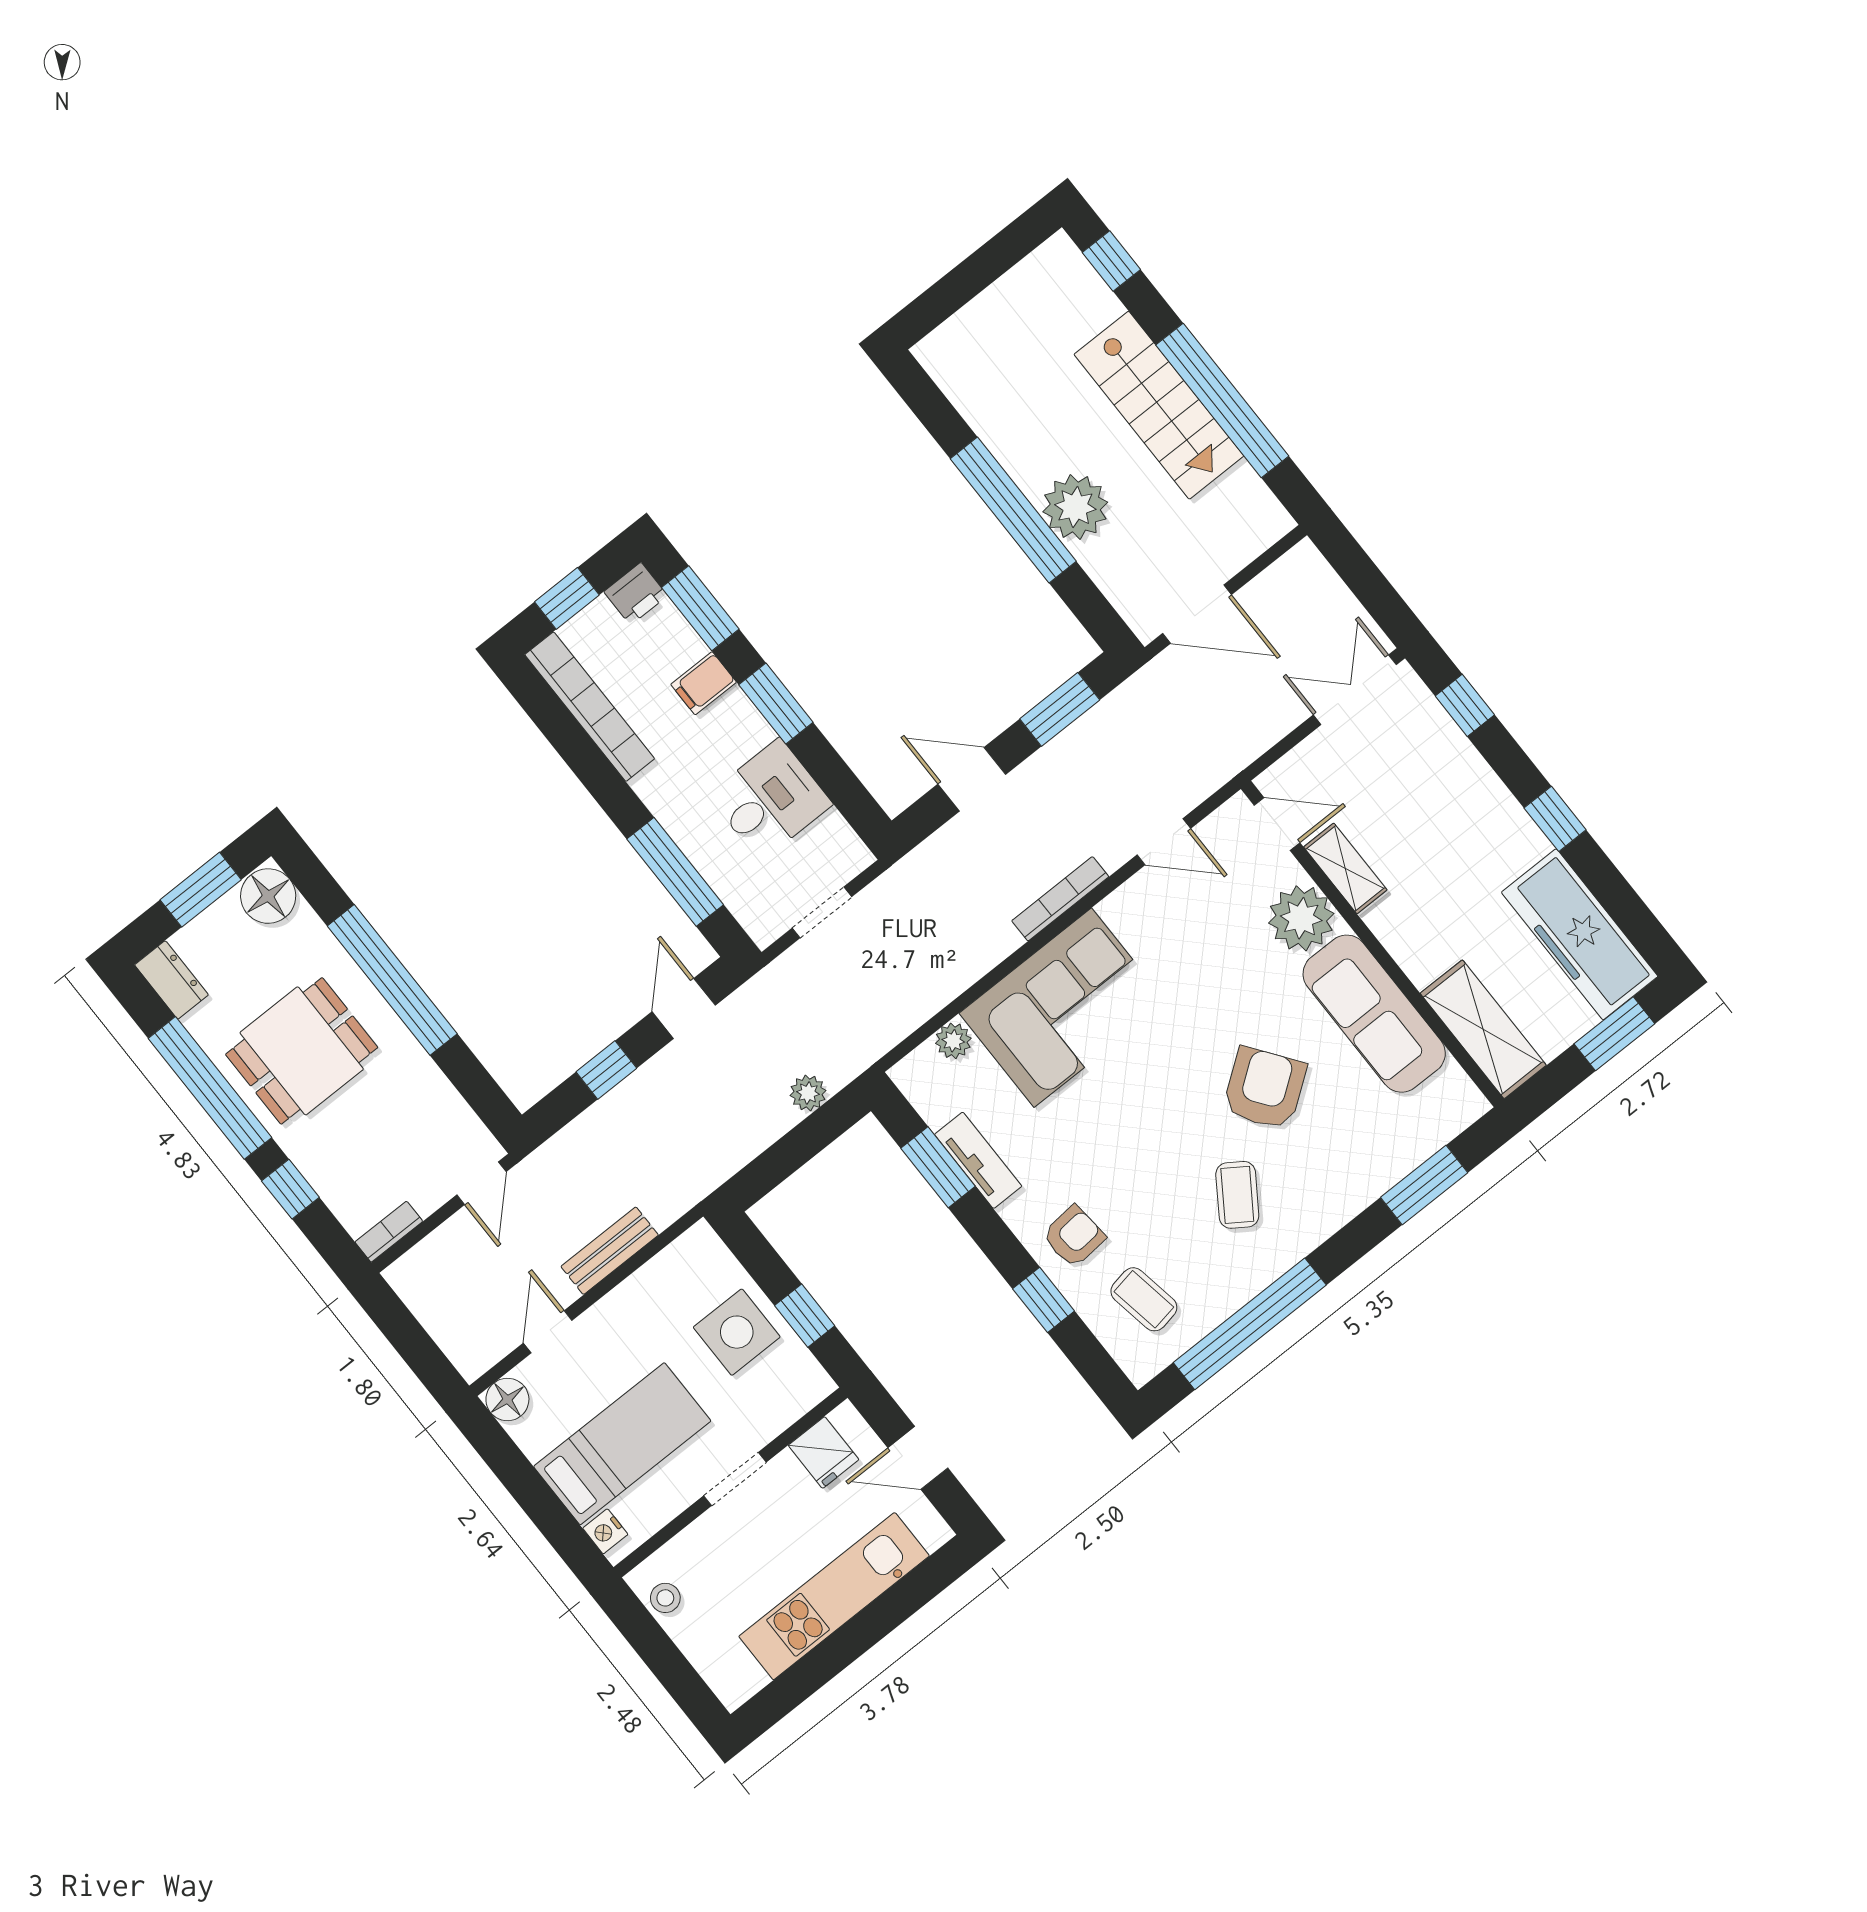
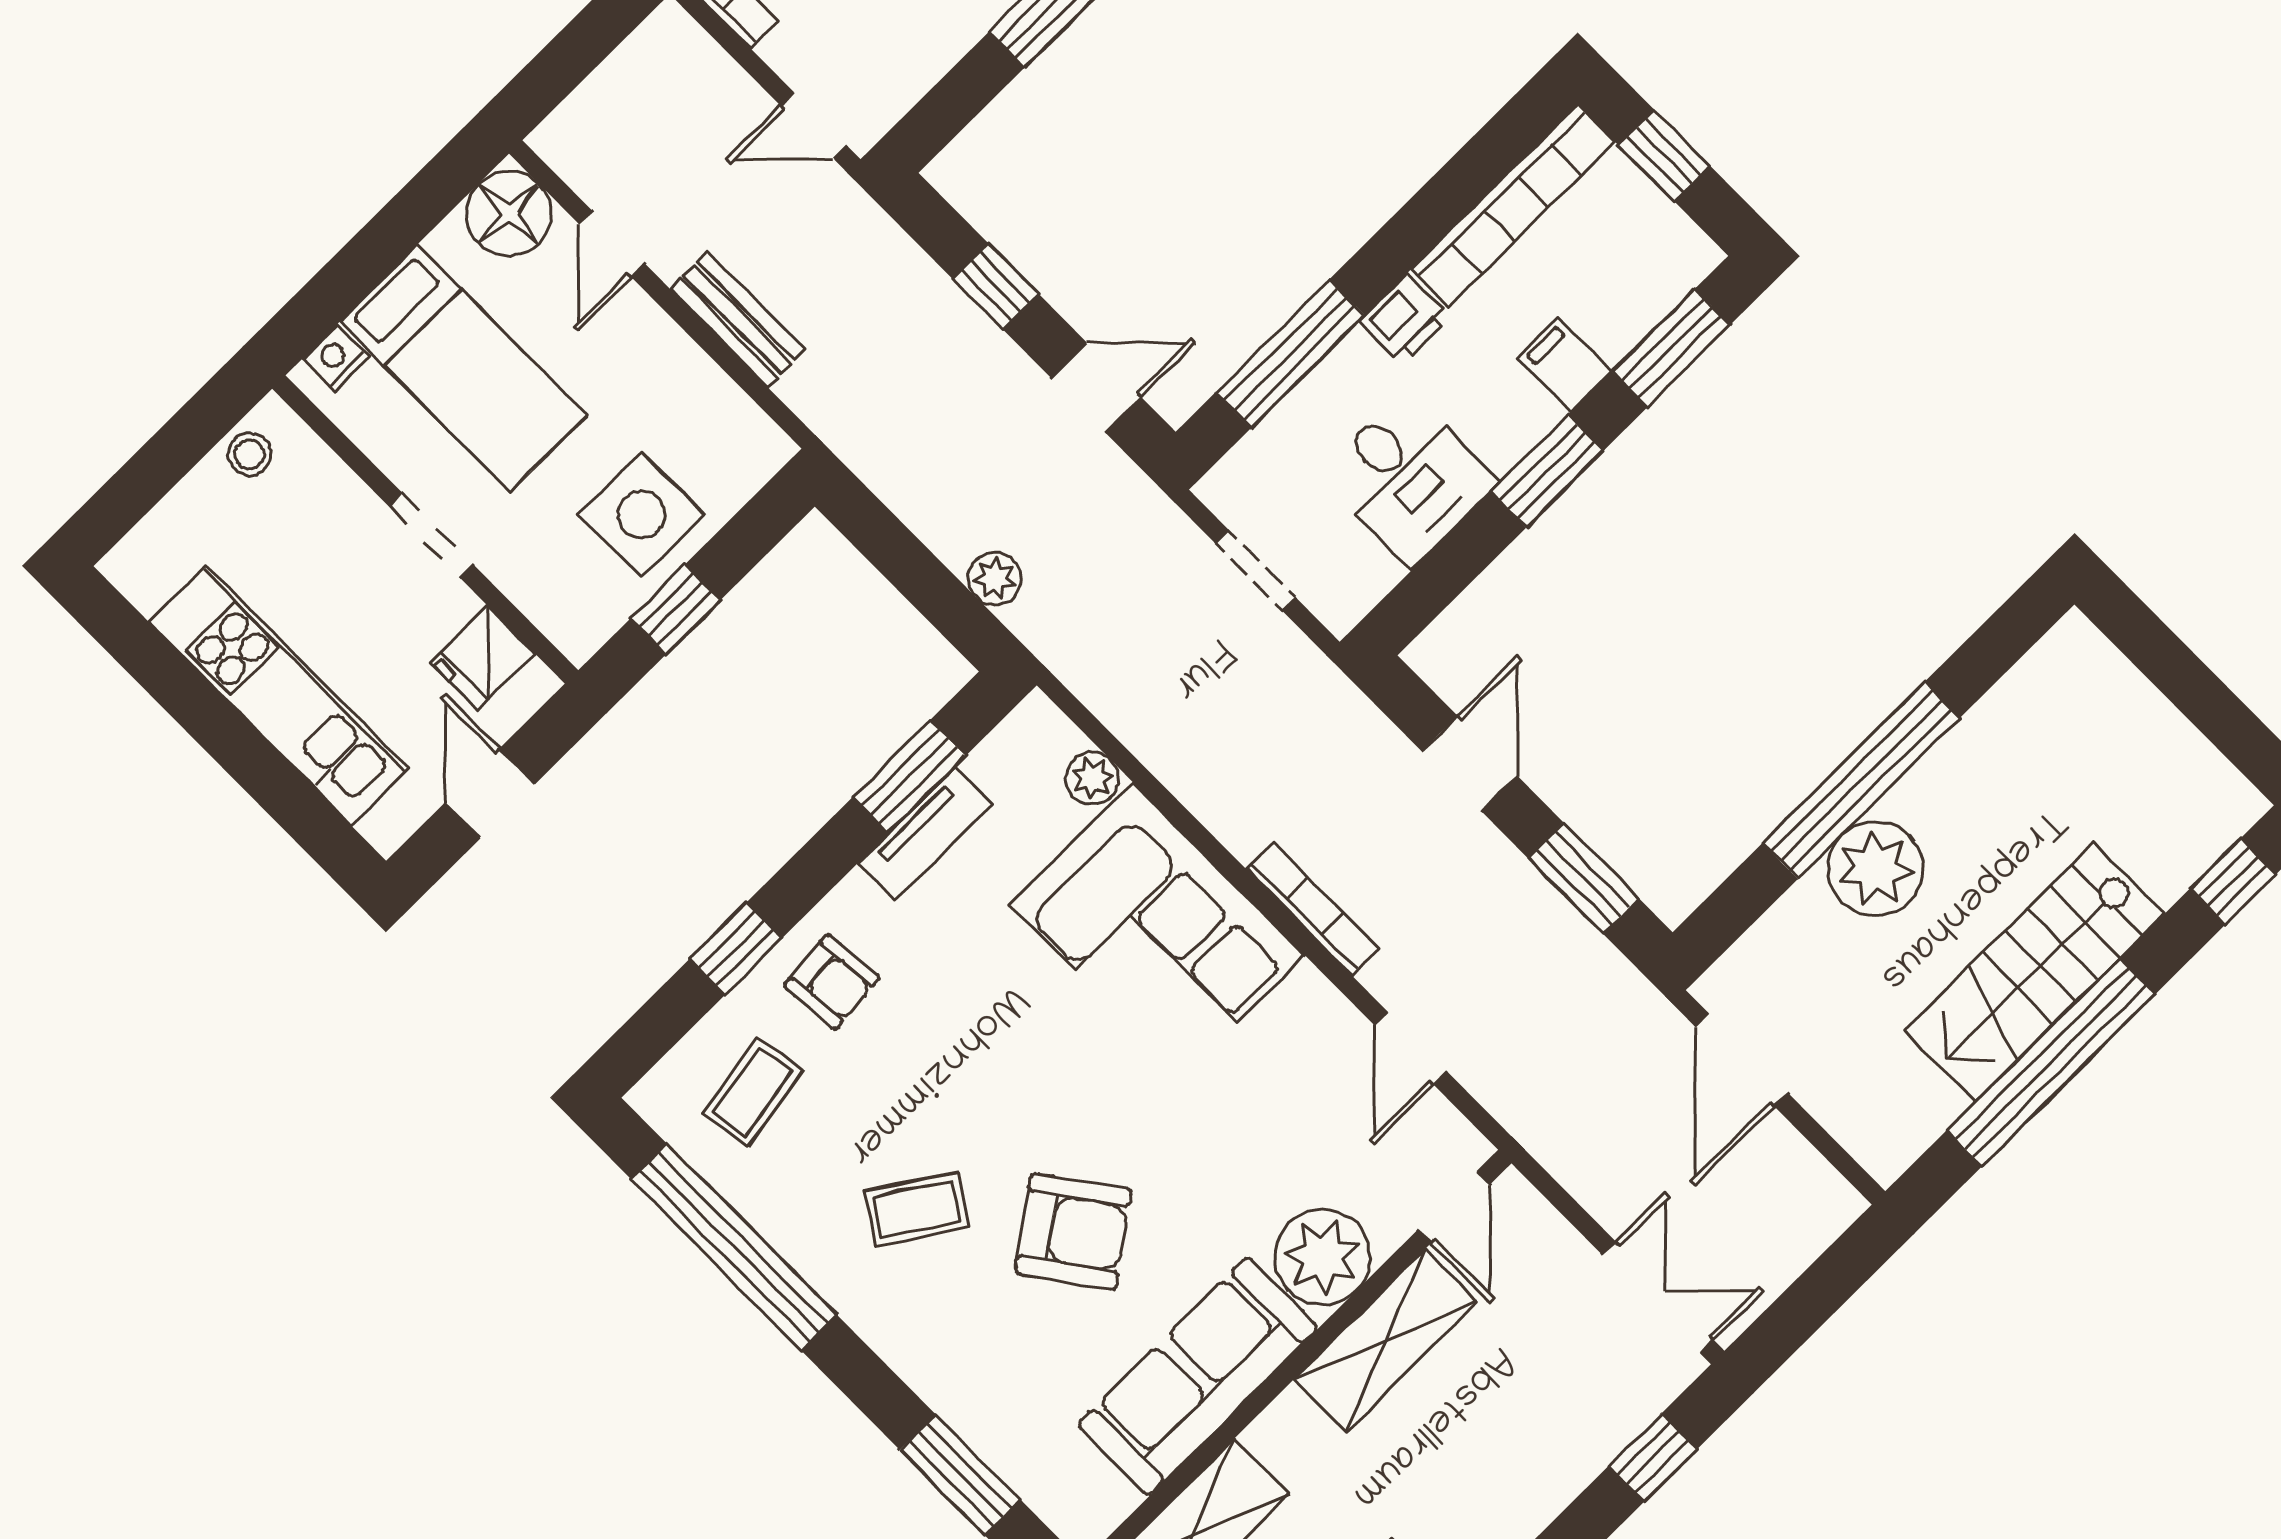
printer: (636, 594) -> (1405, 319), moved, turned -90
shelving: (1345, 868) -> (1386, 1340), width x1.50, depth x1.33
door: (548, 1332) -> (612, 244), swing flipped
floor lamp: (507, 1399) -> (509, 213), width x1.38, depth x1.38

